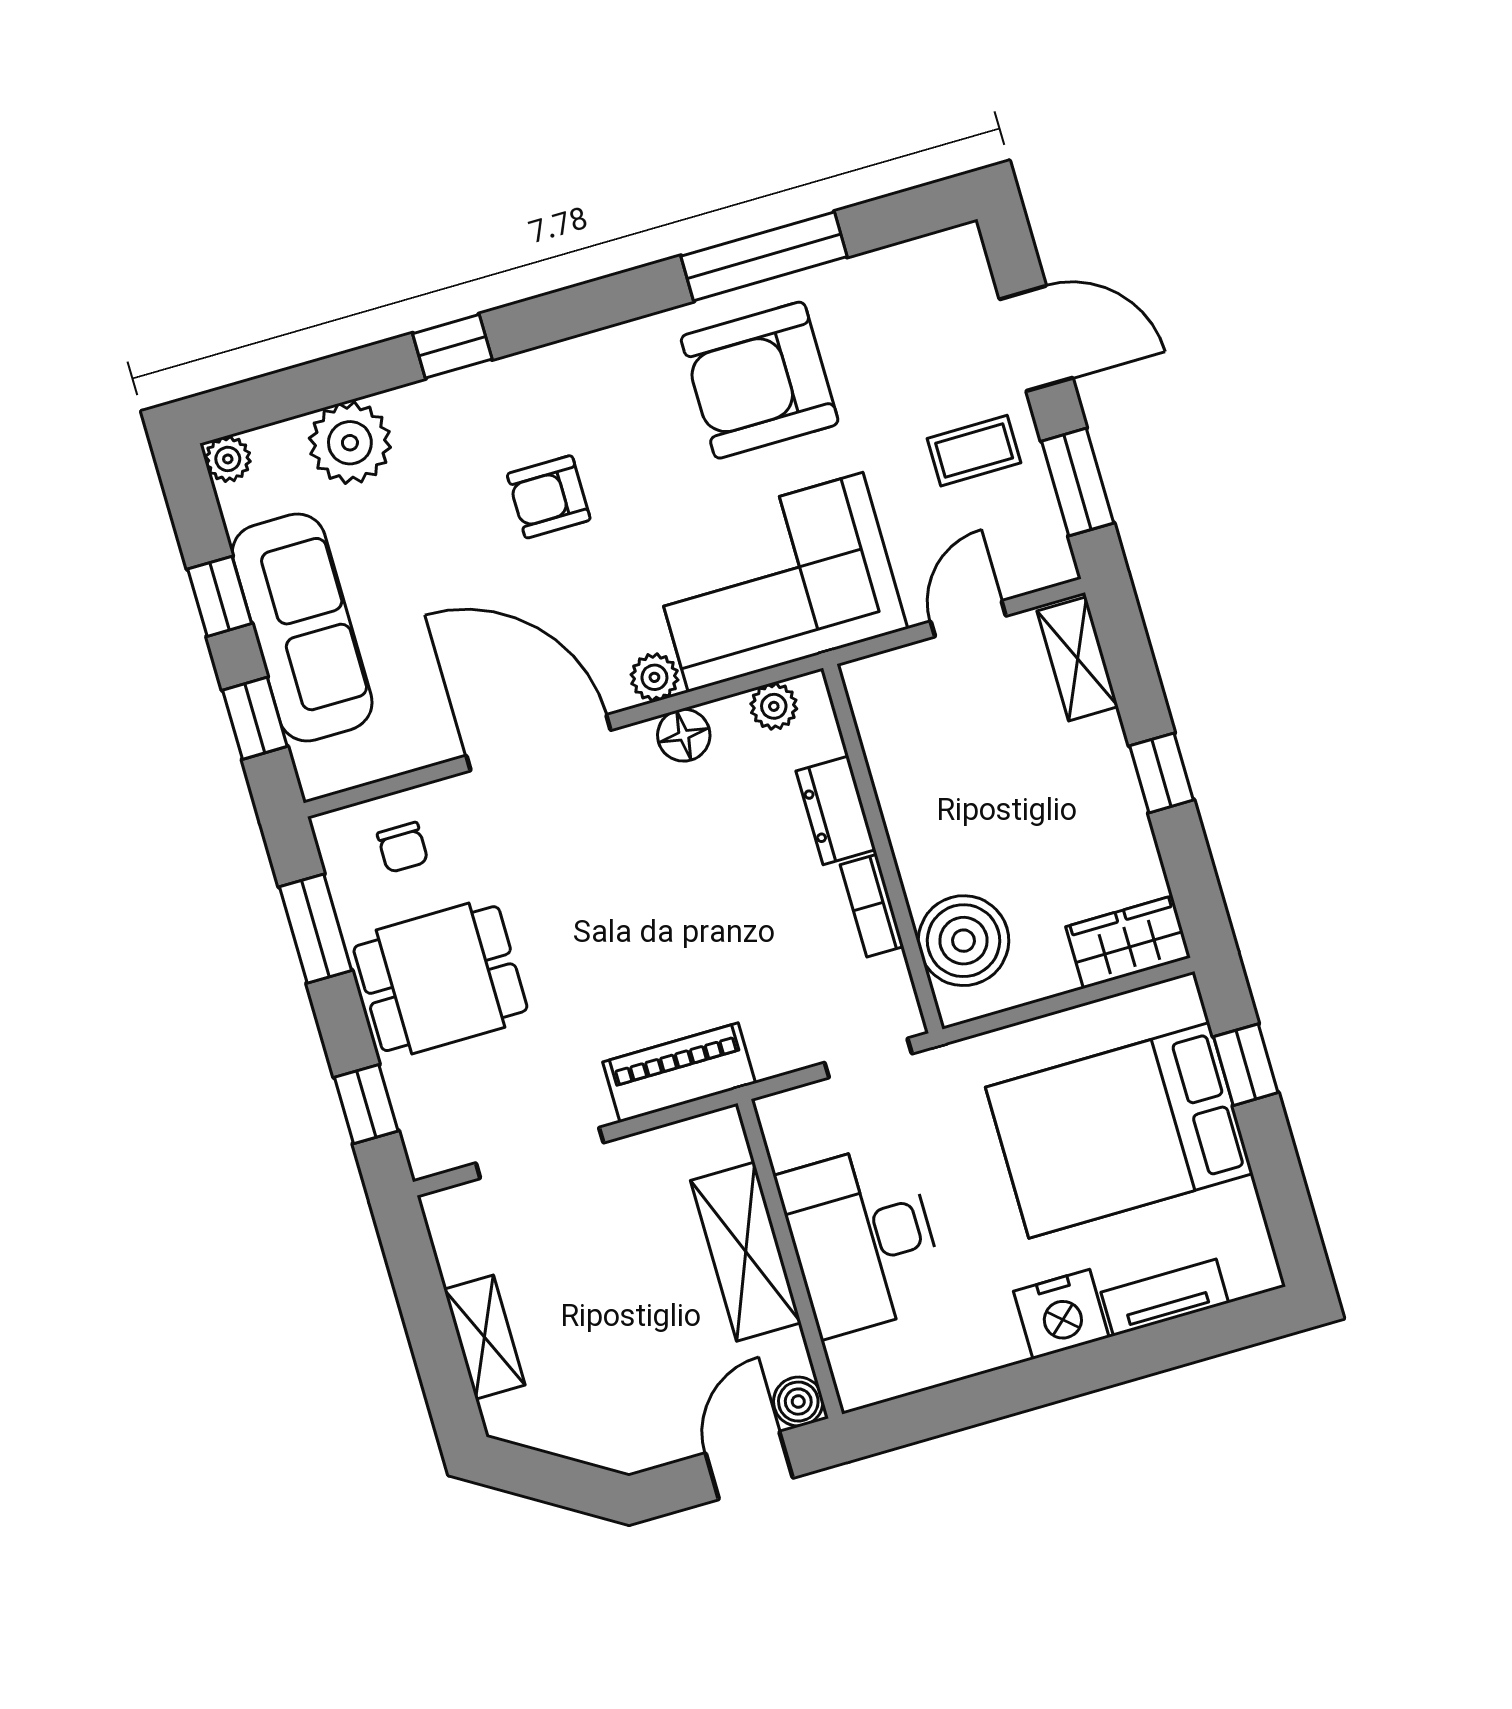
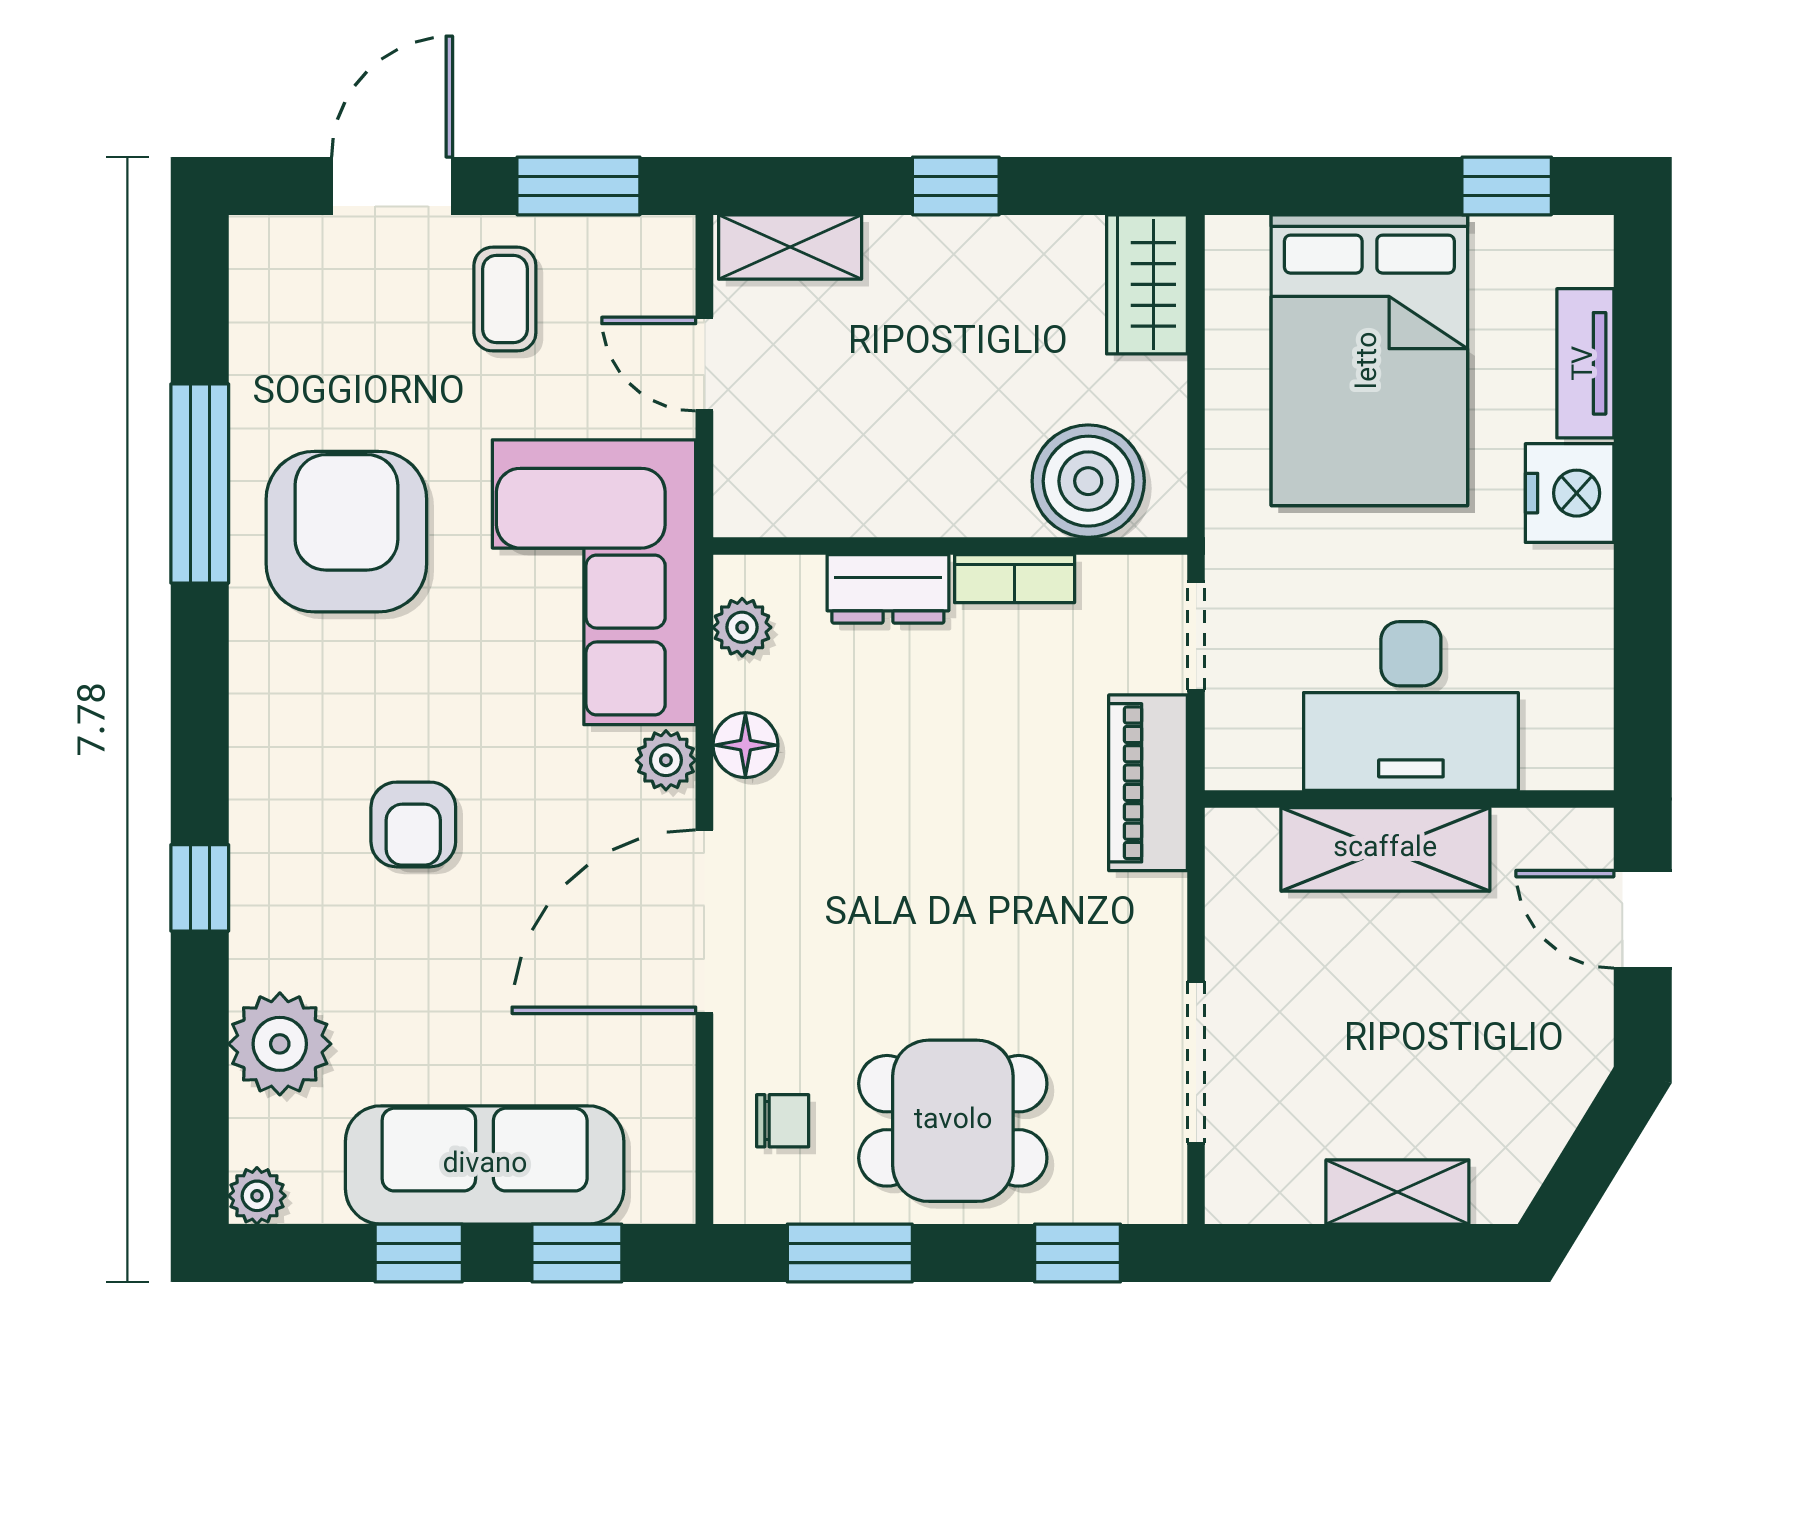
armchair: (760, 380) -> (346, 532), turned 180
dining table: (440, 979) -> (953, 1121), turned 90
window: (1246, 1065) -> (1507, 186), moved
piano: (679, 1073) -> (1148, 783), moved
boiler: (798, 1402) -> (1583, 838), removed

